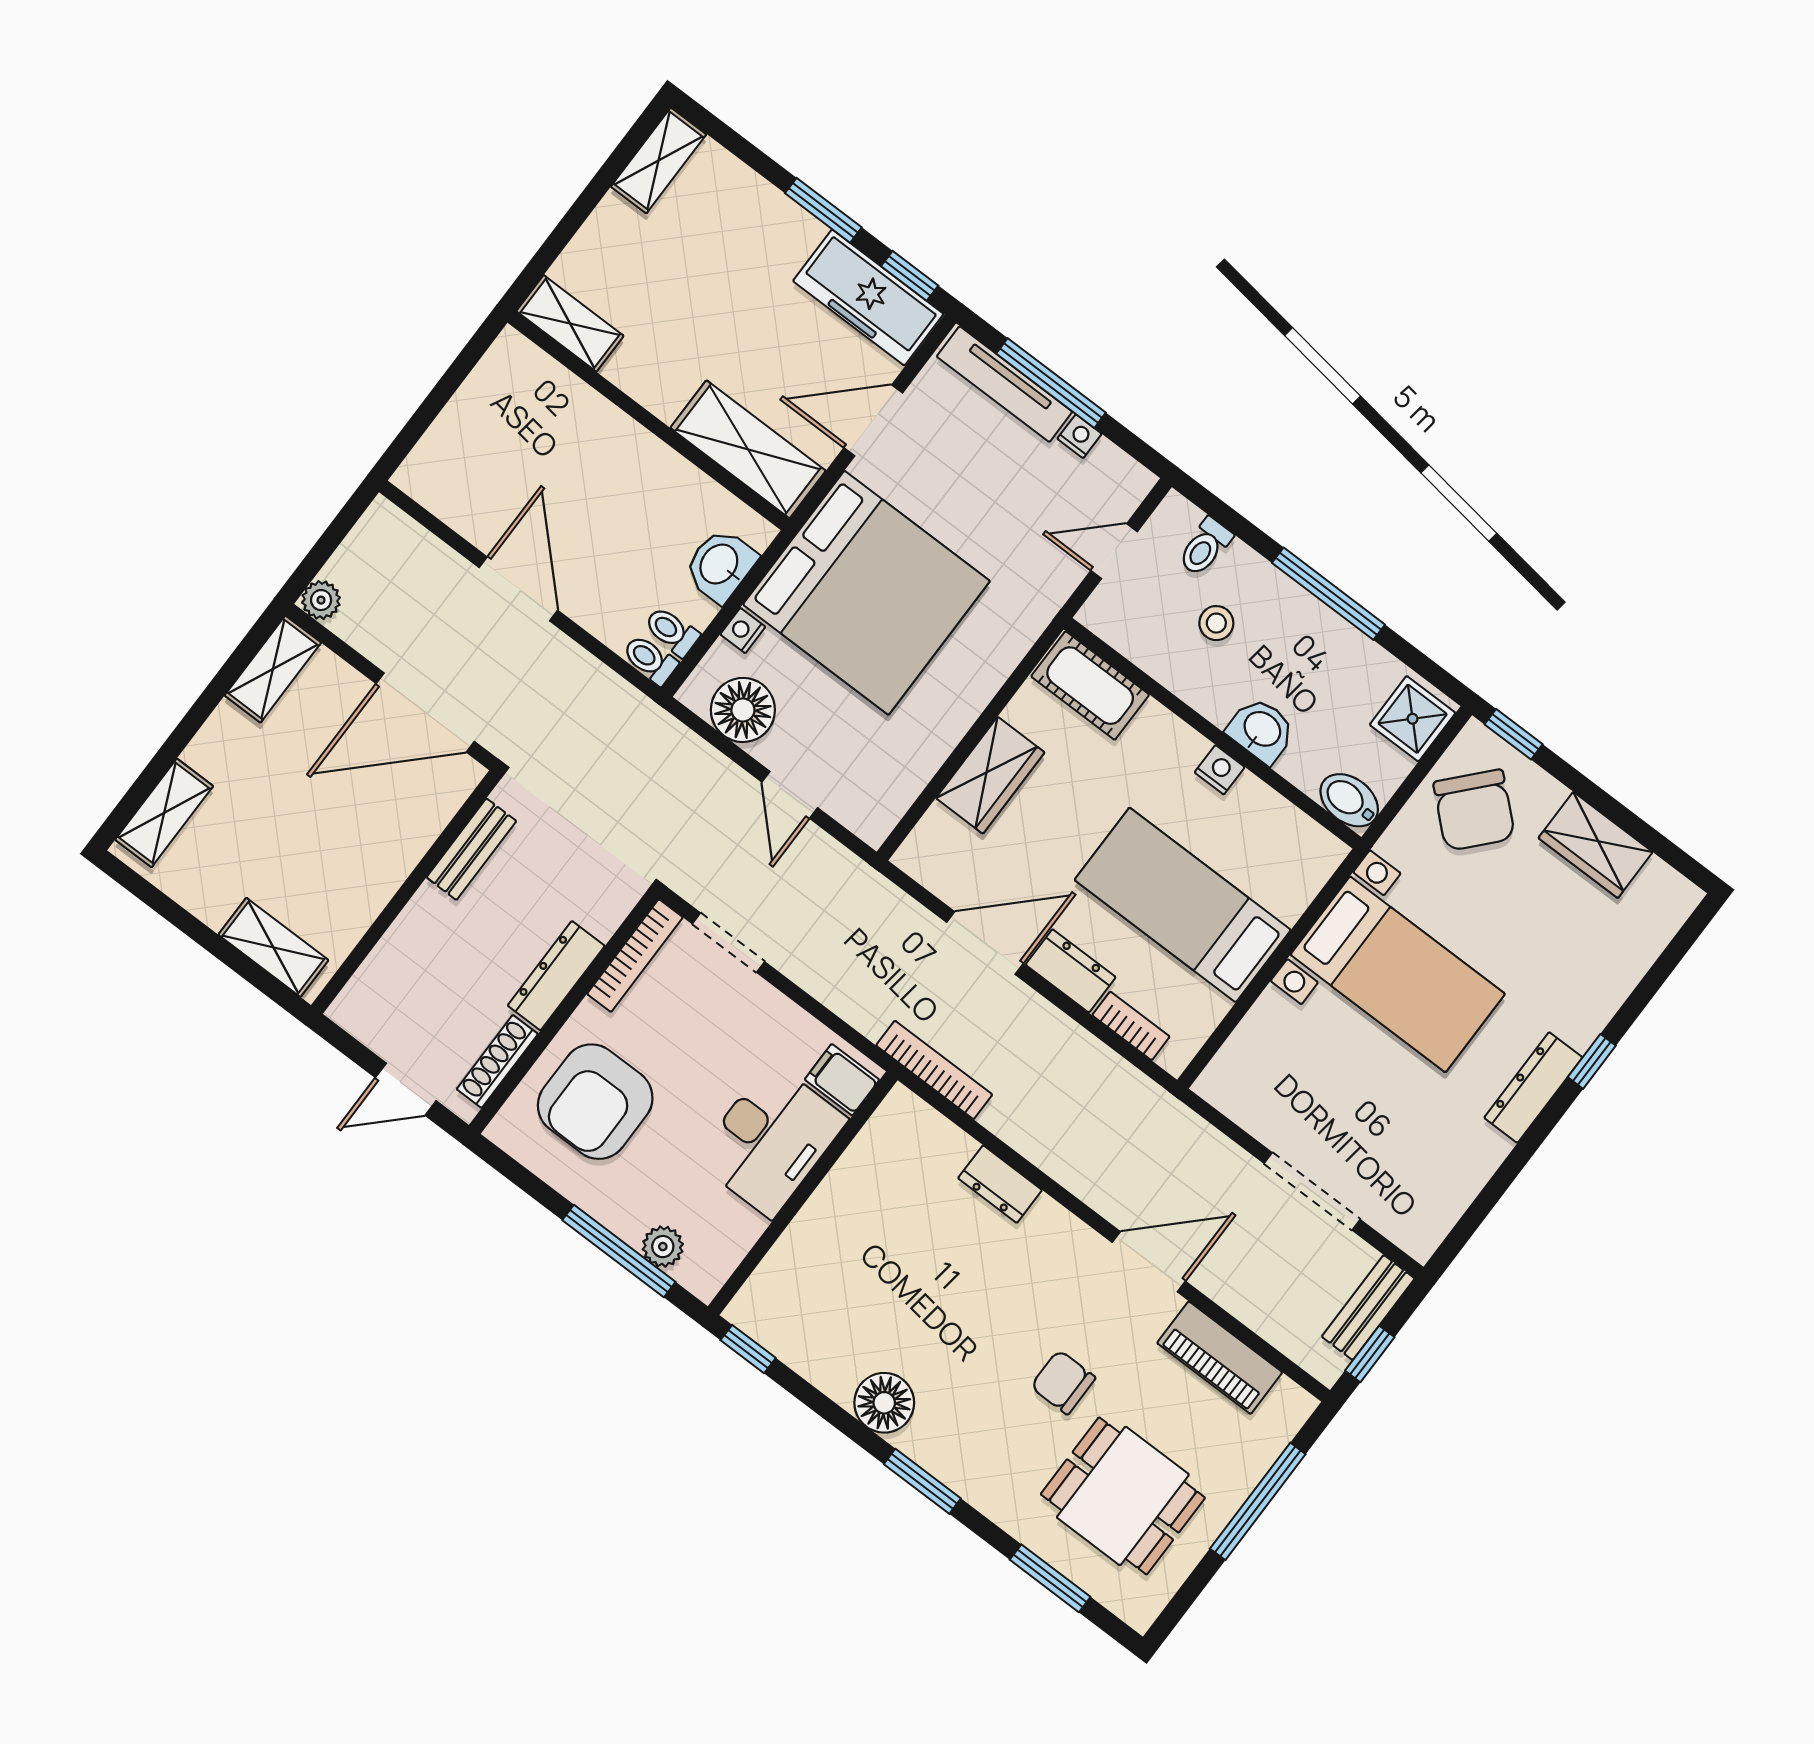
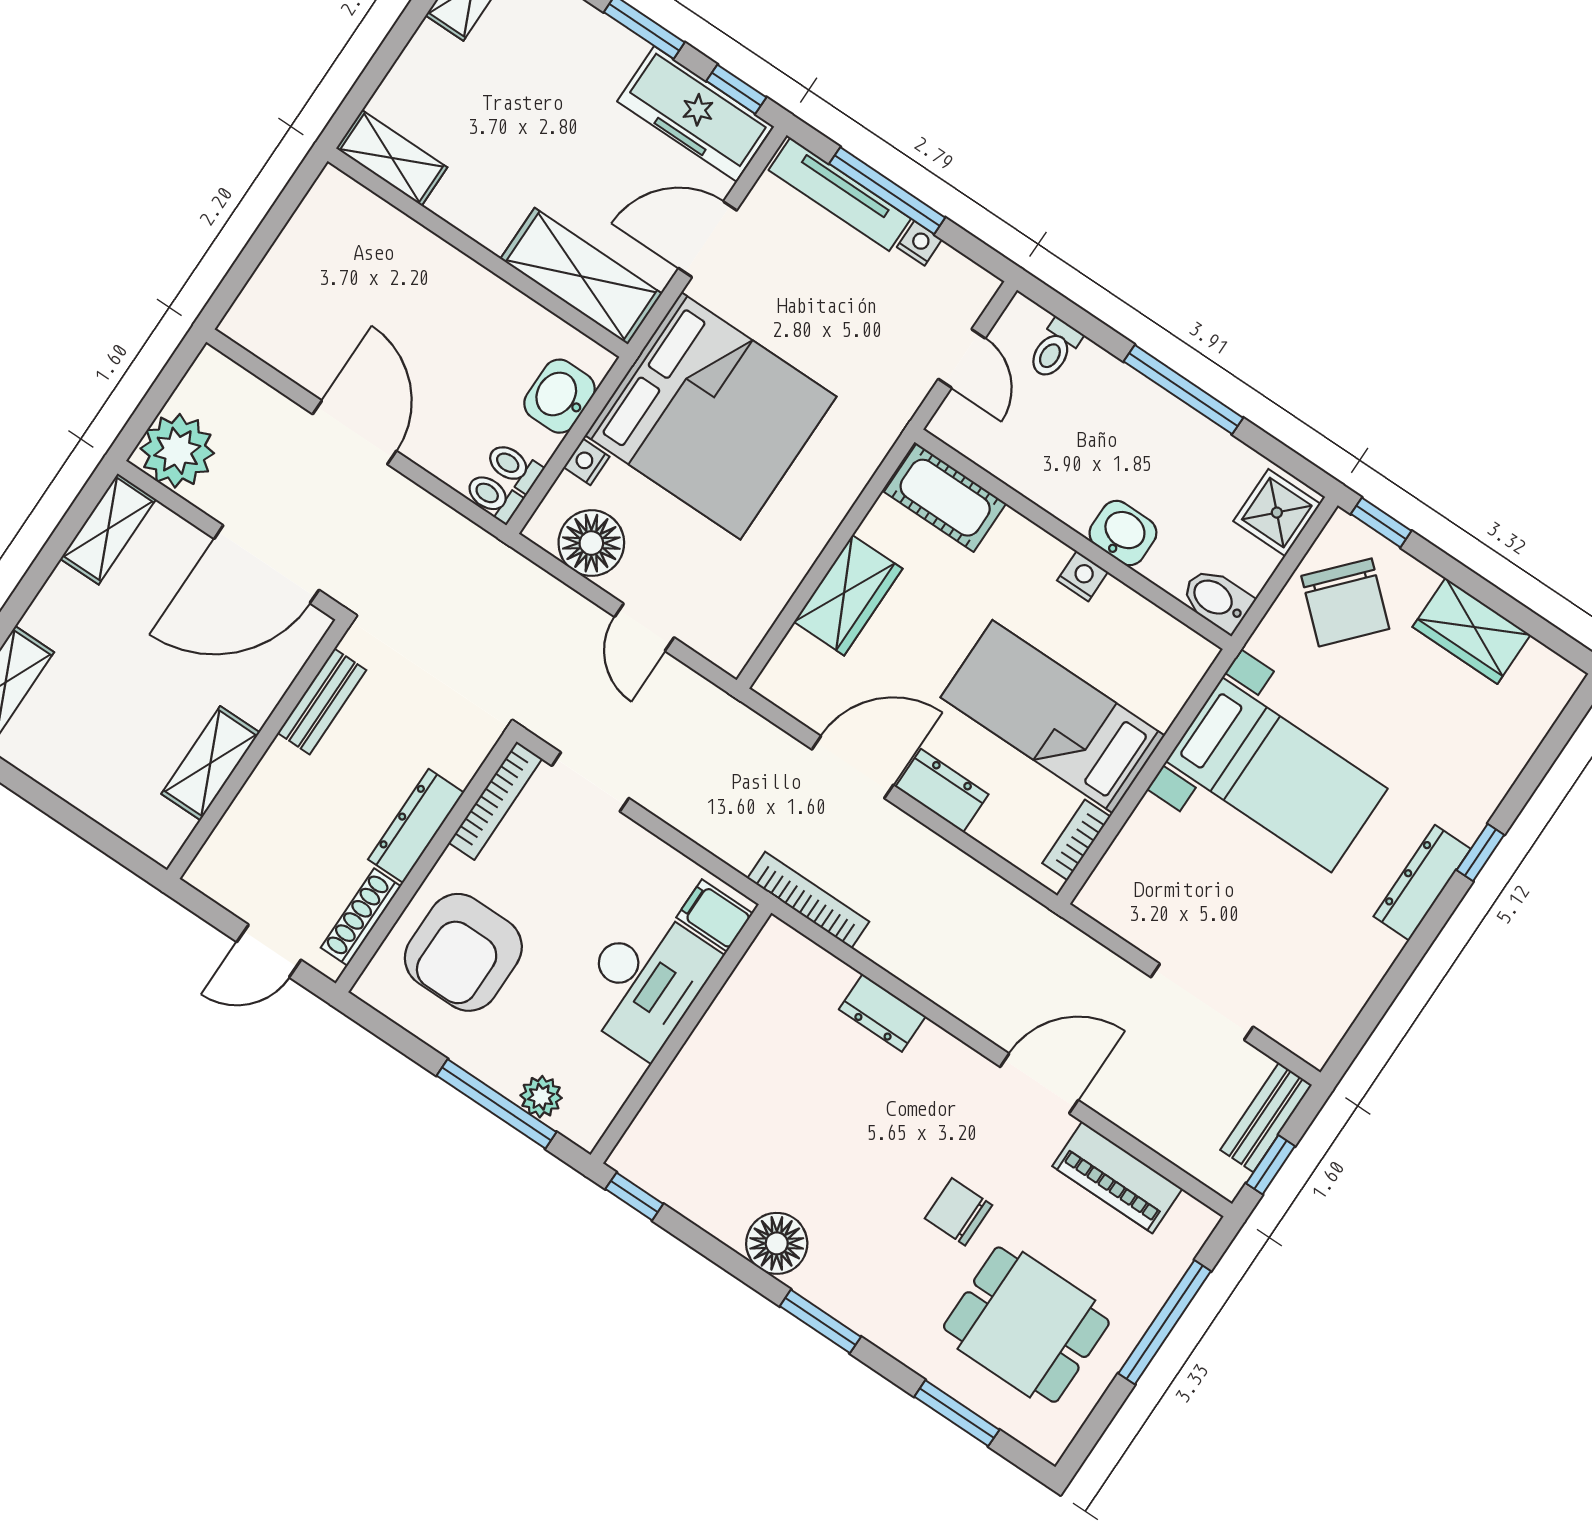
door: (1114, 551) -> (962, 359), swing flipped
plant: (321, 600) -> (177, 451), width x1.87, depth x1.87
stool: (1216, 623) -> (1071, 426), removed
shelving: (273, 947) -> (210, 763), moved, turned 90
bookcase: (1131, 1026) -> (1076, 840), moved, turned -90

